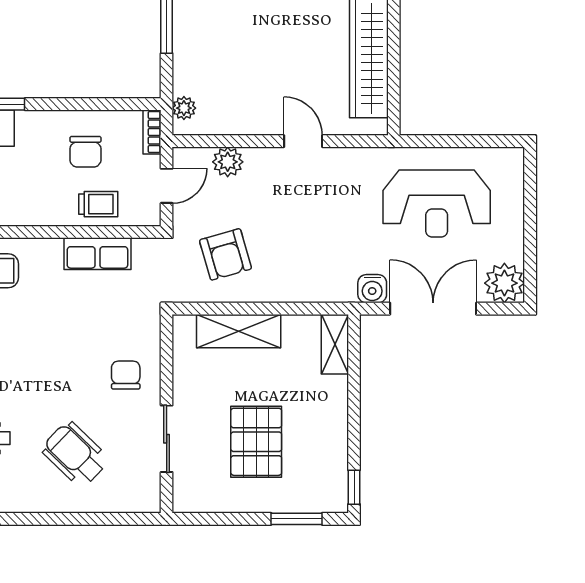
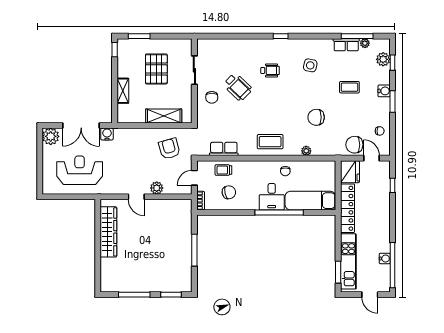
plant: (184, 108) -> (187, 211), removed
chair: (85, 152) -> (229, 192), turned 77
plant: (228, 162) -> (157, 188), moved
shelving: (335, 344) -> (123, 91), moved
wheelchair: (75, 454) -> (238, 87), moved

